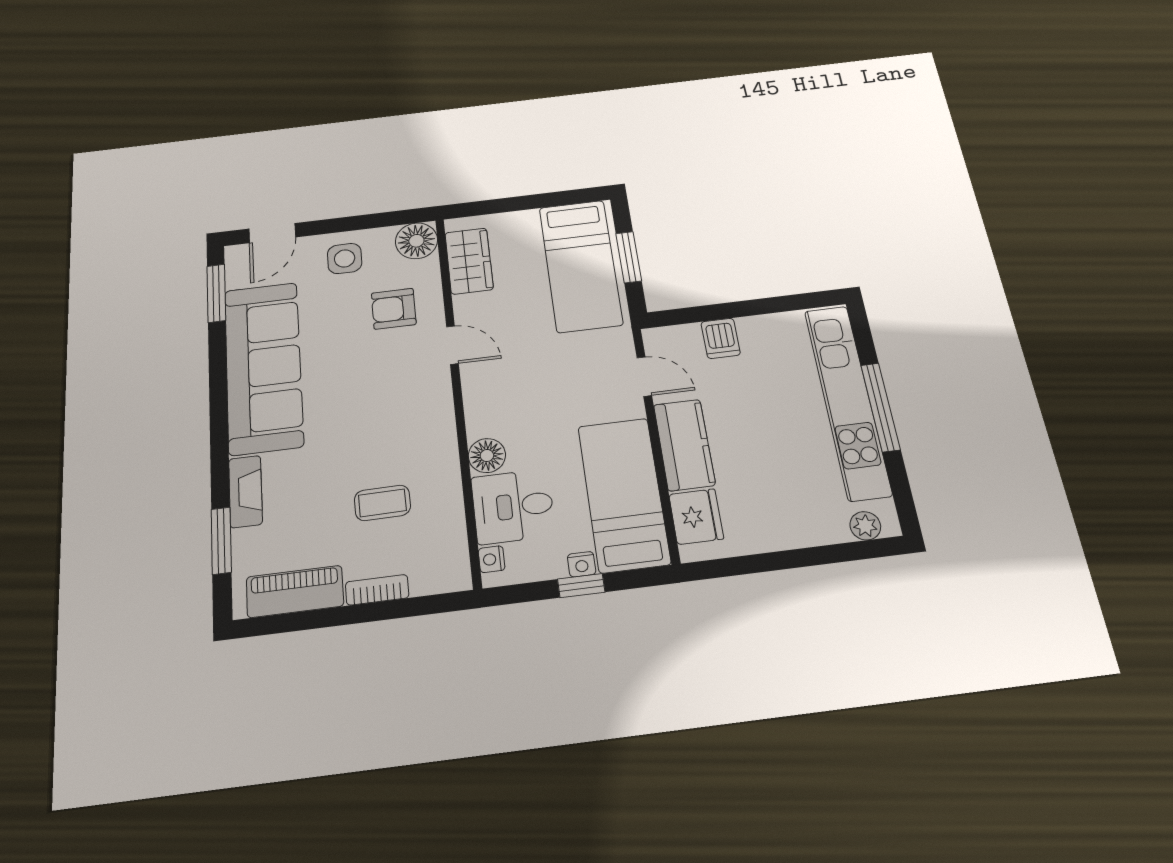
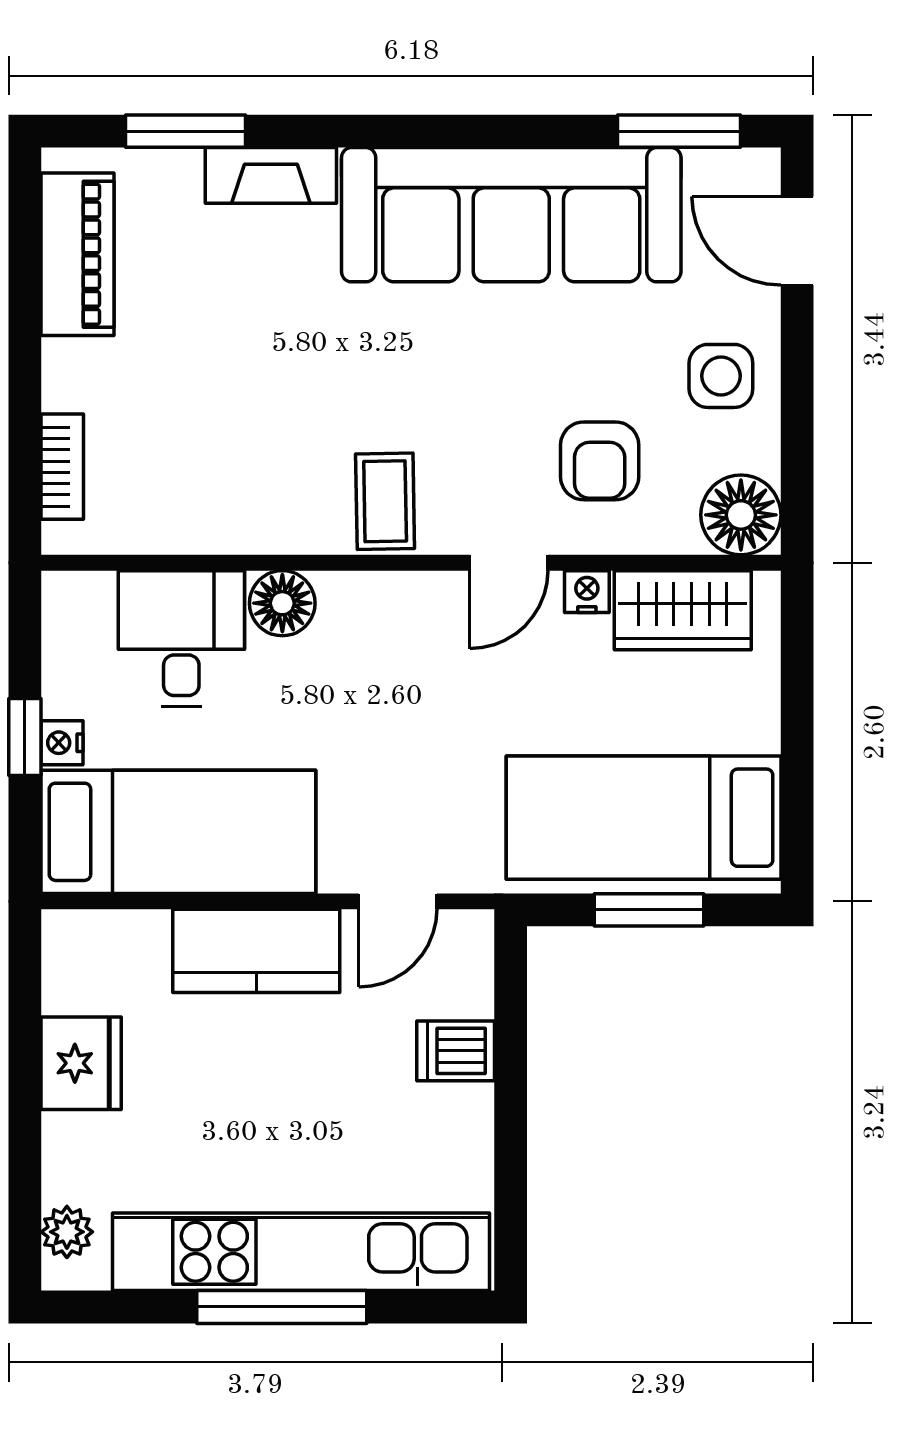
armchair: (394, 309) -> (600, 461), turned 180
coffee table: (382, 503) -> (385, 501), moved
fridge: (696, 517) -> (81, 1063), moved, turned -90
nightstand: (492, 559) -> (587, 592), moved
bookcase: (377, 590) -> (62, 467), moved

